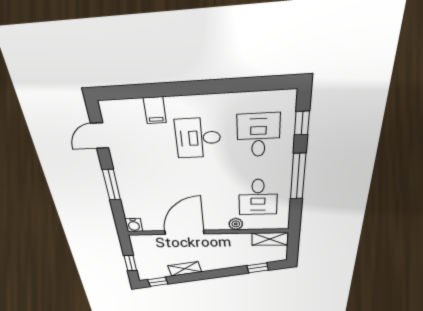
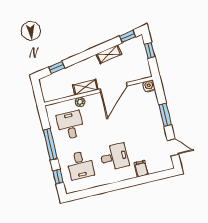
door: (100, 136) -> (173, 147), hinge flipped
shelving: (270, 239) -> (85, 87), moved

